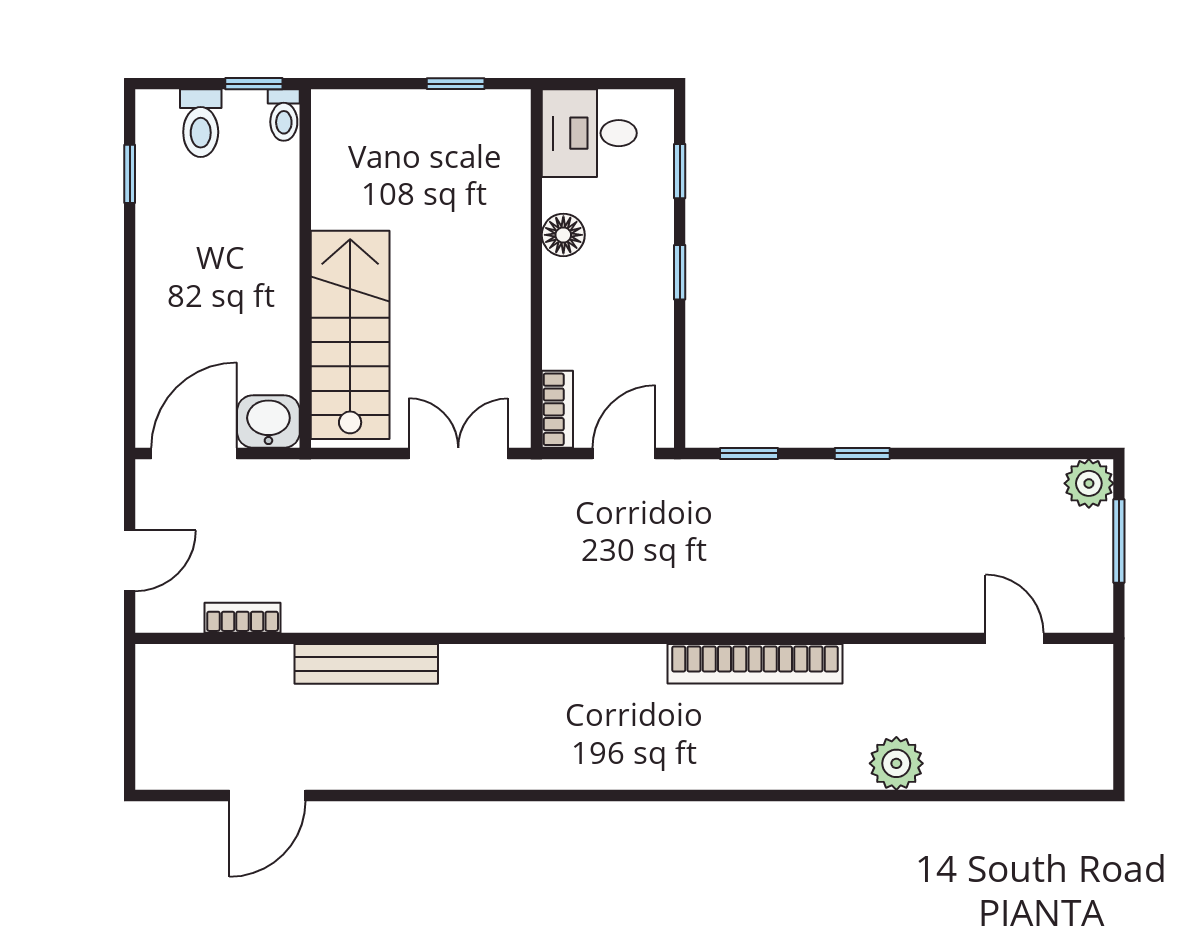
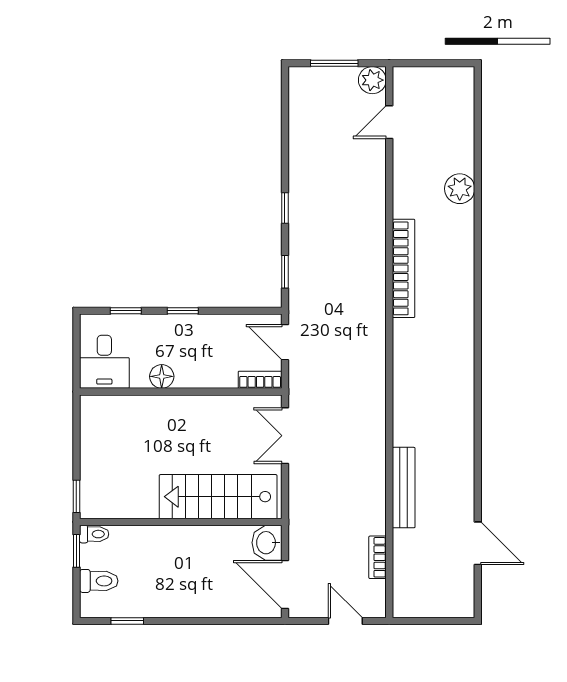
window: (456, 84) -> (76, 496), moved
plant: (1089, 483) -> (372, 80), moved

